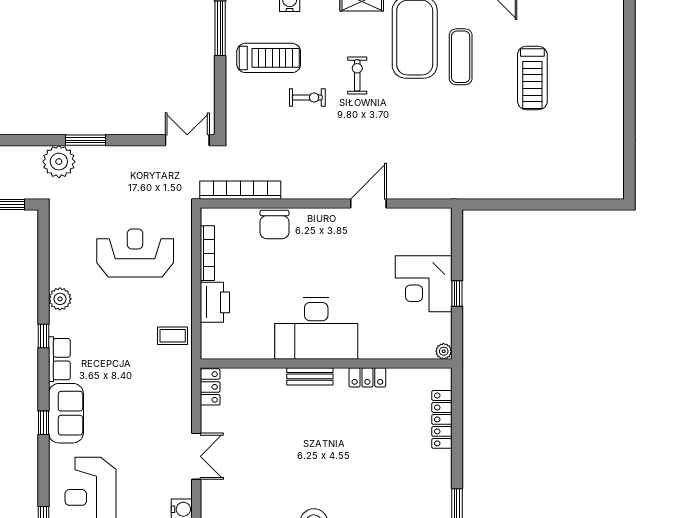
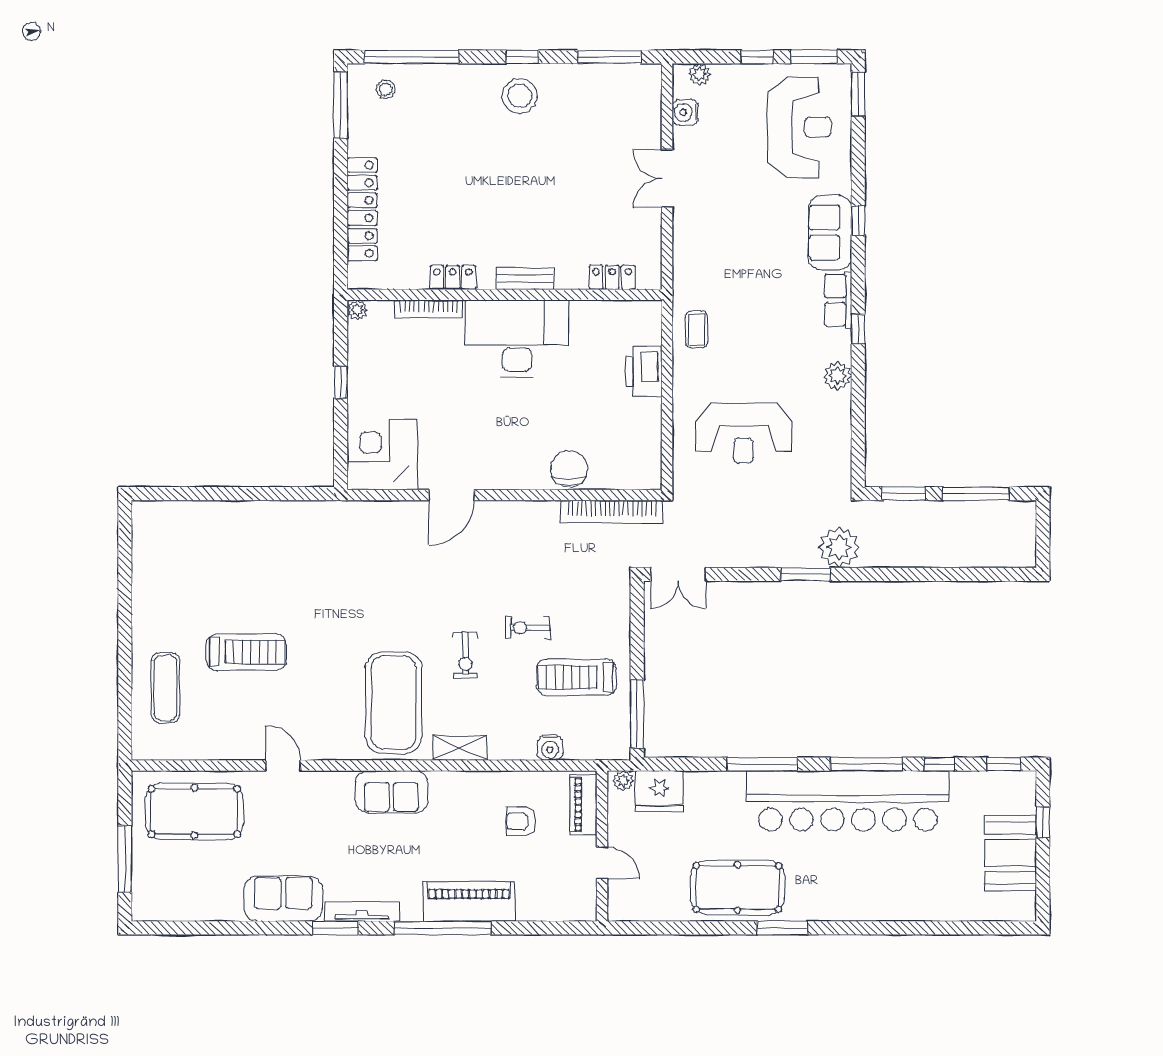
exercise mat: (461, 57) -> (165, 688), moved
treadmill: (532, 78) -> (246, 652), turned 90
bookcase: (207, 253) -> (429, 309), moved, turned -90
corner desk: (424, 284) -> (382, 455), moved, turned -90
coffee table: (173, 336) -> (697, 329), turned 90
locker: (210, 387) -> (612, 277), moved, turned 90
locker: (442, 419) -> (362, 209), width x1.41, depth x1.21

